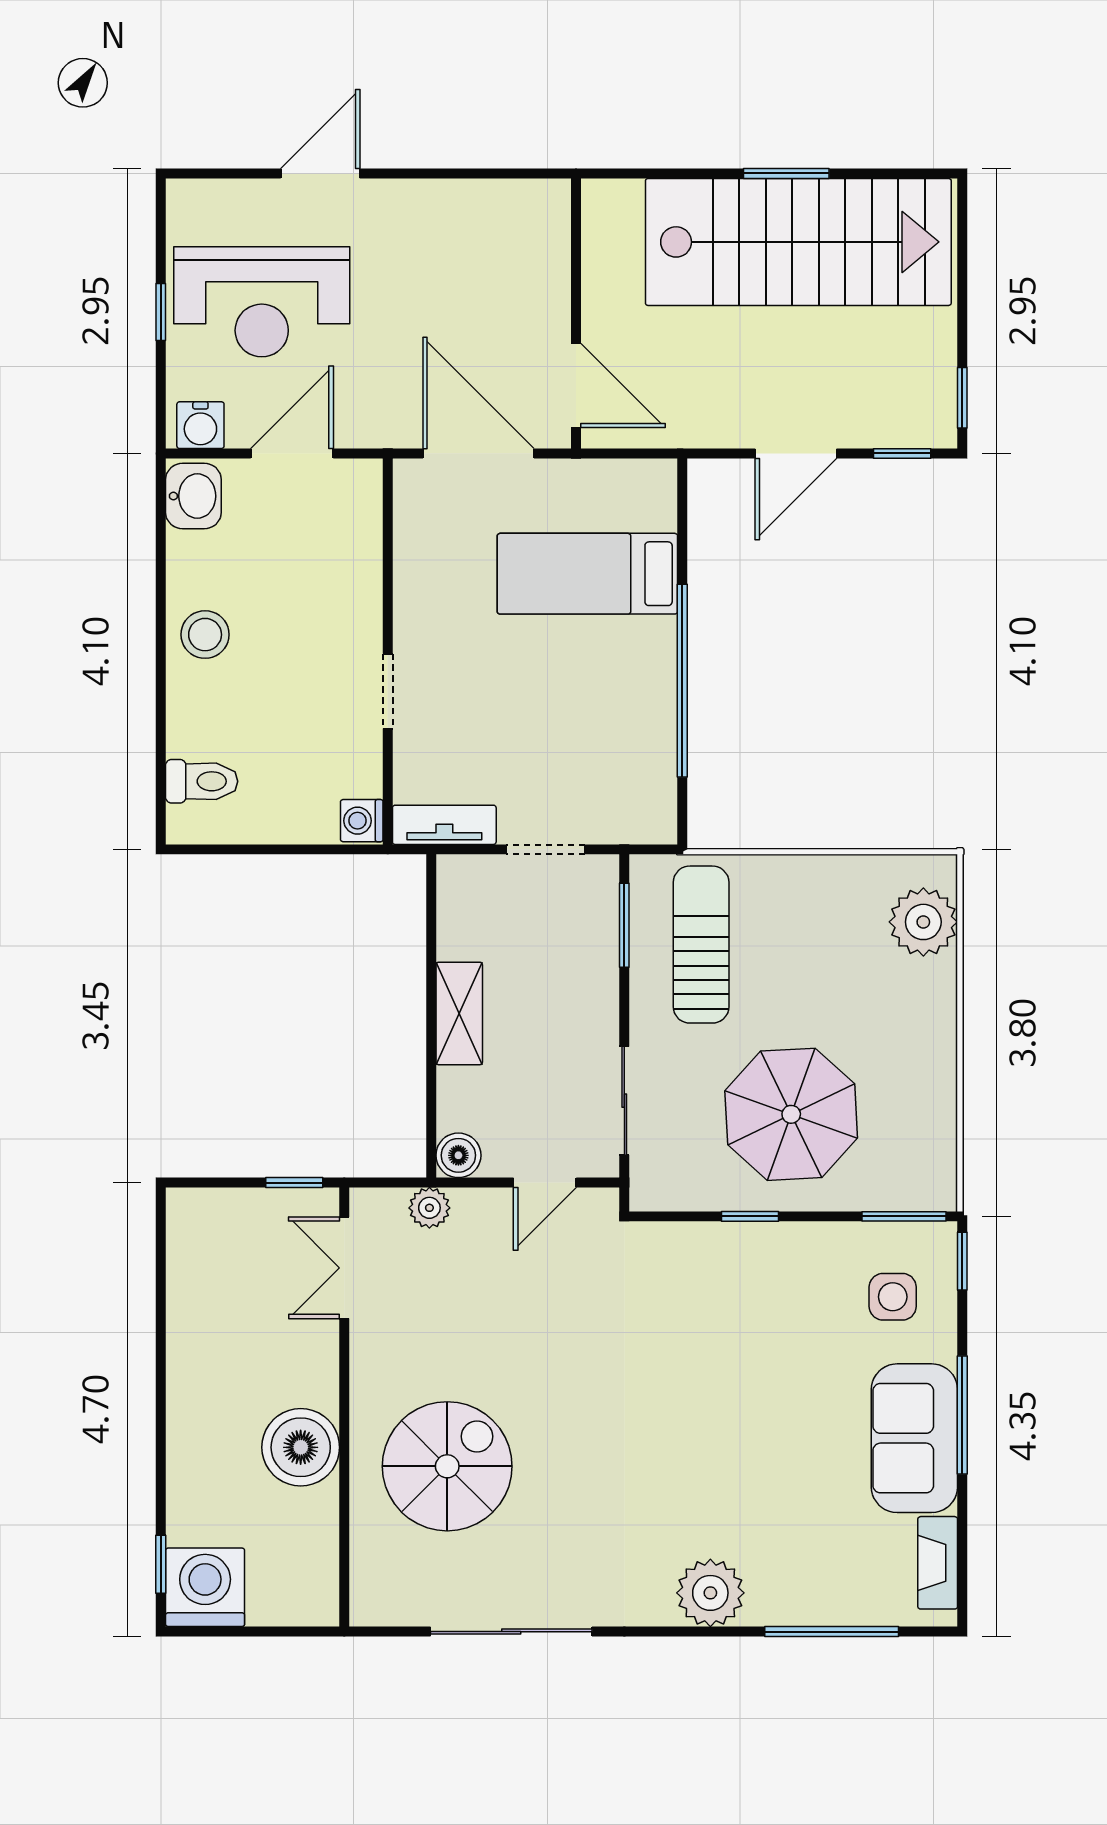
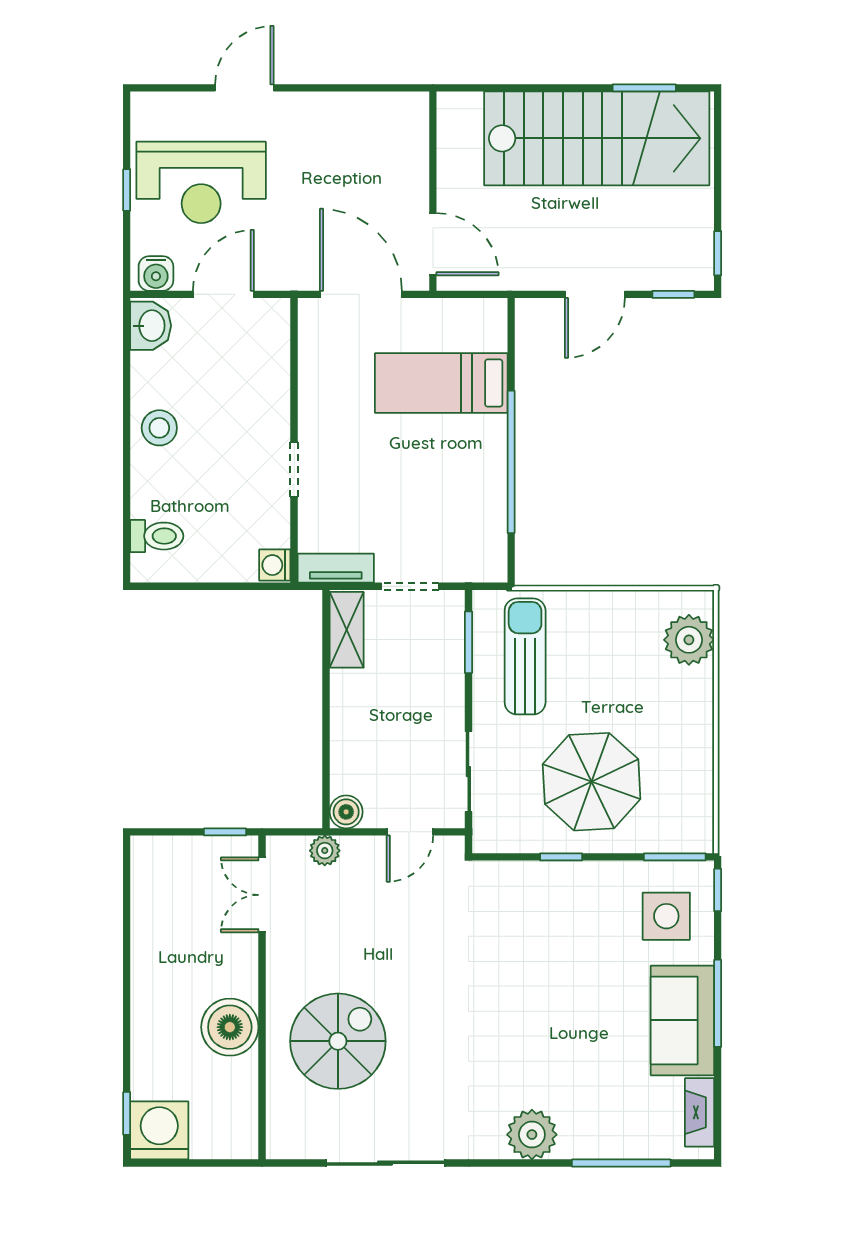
window: (786, 173) -> (644, 88), moved
shelving: (459, 1013) -> (347, 630), moved
side table: (893, 1297) -> (666, 916), width x1.37, depth x1.37

